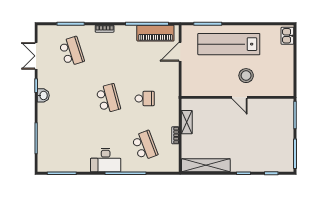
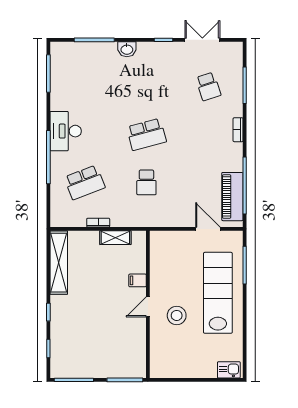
school desk: (72, 51) -> (208, 86), width x0.54
washbasin: (43, 95) -> (127, 49), moved
filing cabinet: (219, 105) -> (138, 280), added

